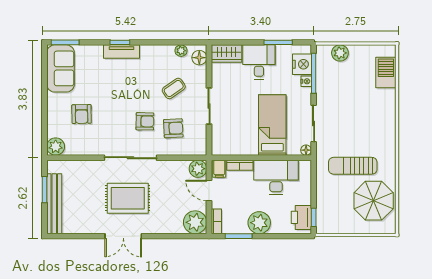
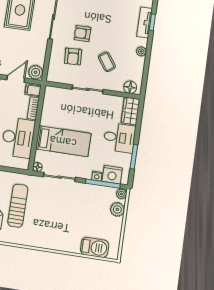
plant: (181, 51) -> (141, 51), moved
plant: (322, 51) -> (121, 194), added
armchair: (145, 121) -> (82, 34), turned 89

